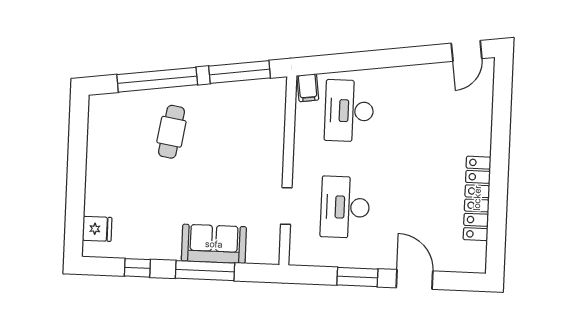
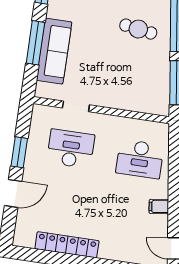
filing cabinet: (308, 88) -> (159, 207), moved
desk: (349, 111) -> (140, 159), turned 180
sofa: (214, 244) -> (54, 51), width x1.36

